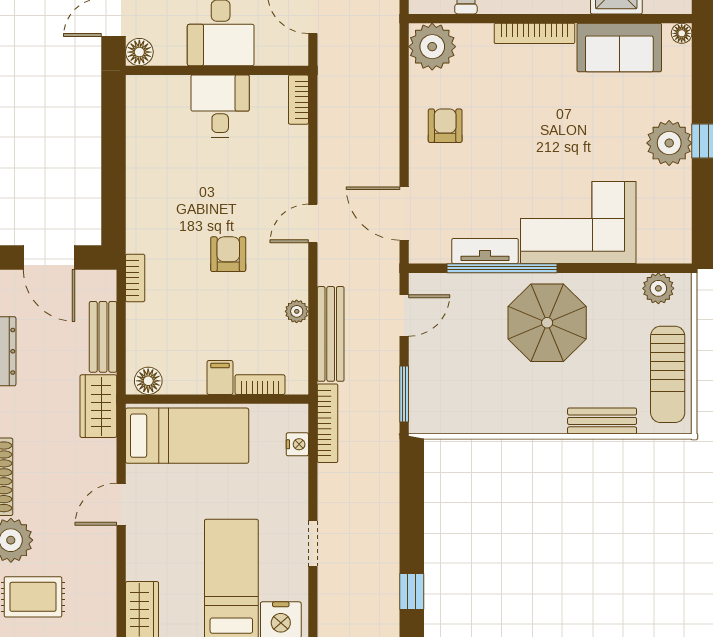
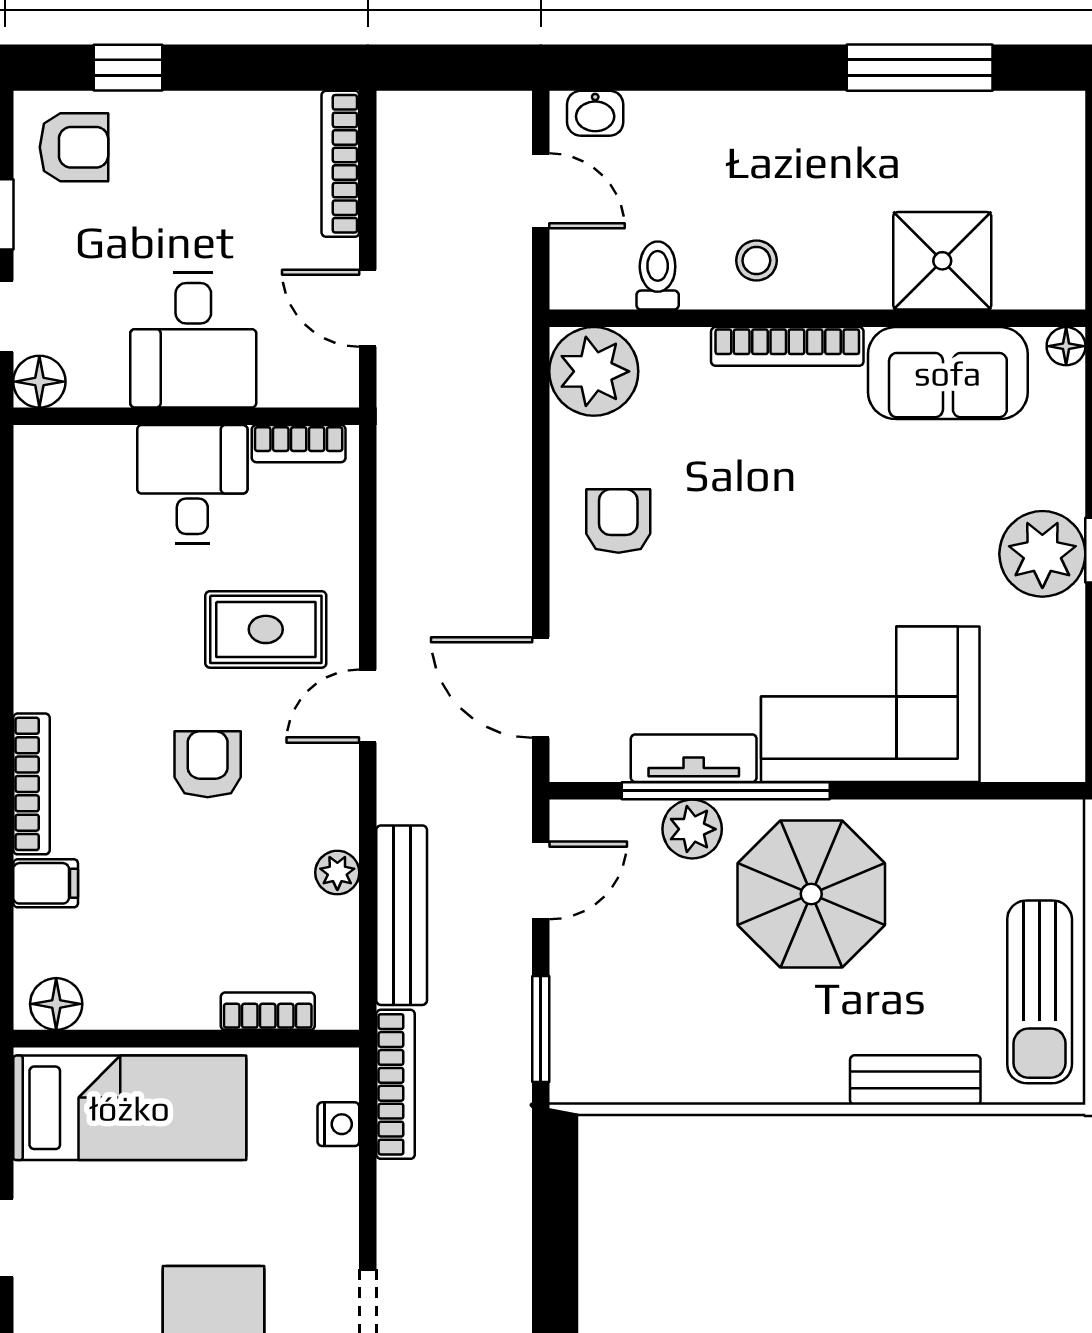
bookcase: (298, 100) -> (299, 444), moved, turned -90
rug: (259, 183) -> (266, 629), added
bookcase: (135, 278) -> (31, 784), width x1.56
plant: (658, 288) -> (692, 829), moved
filing cabinet: (220, 377) -> (46, 883), moved, turned 90

